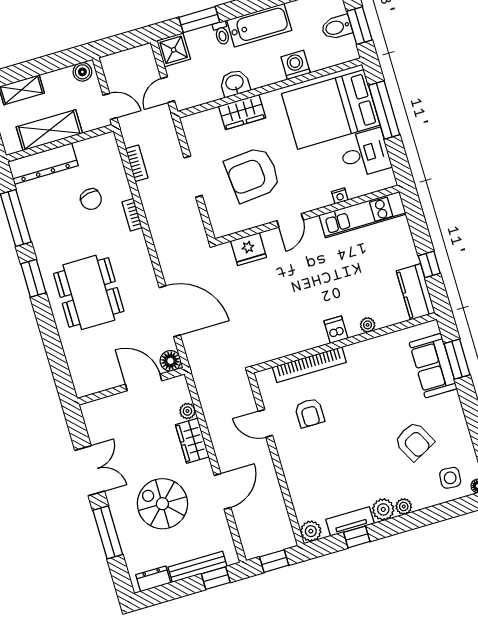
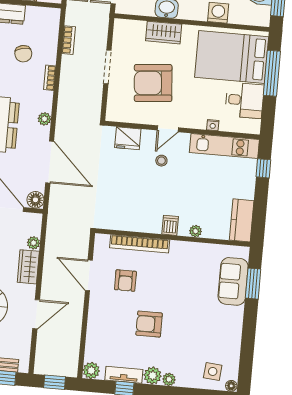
stool: (297, 260) -> (161, 161), added
plant: (144, 264) -> (44, 119), added
window: (429, 264) -> (263, 168), moved
door: (265, 423) -> (89, 275), width x1.38
armchair: (414, 441) -> (149, 324), moved, turned 118

